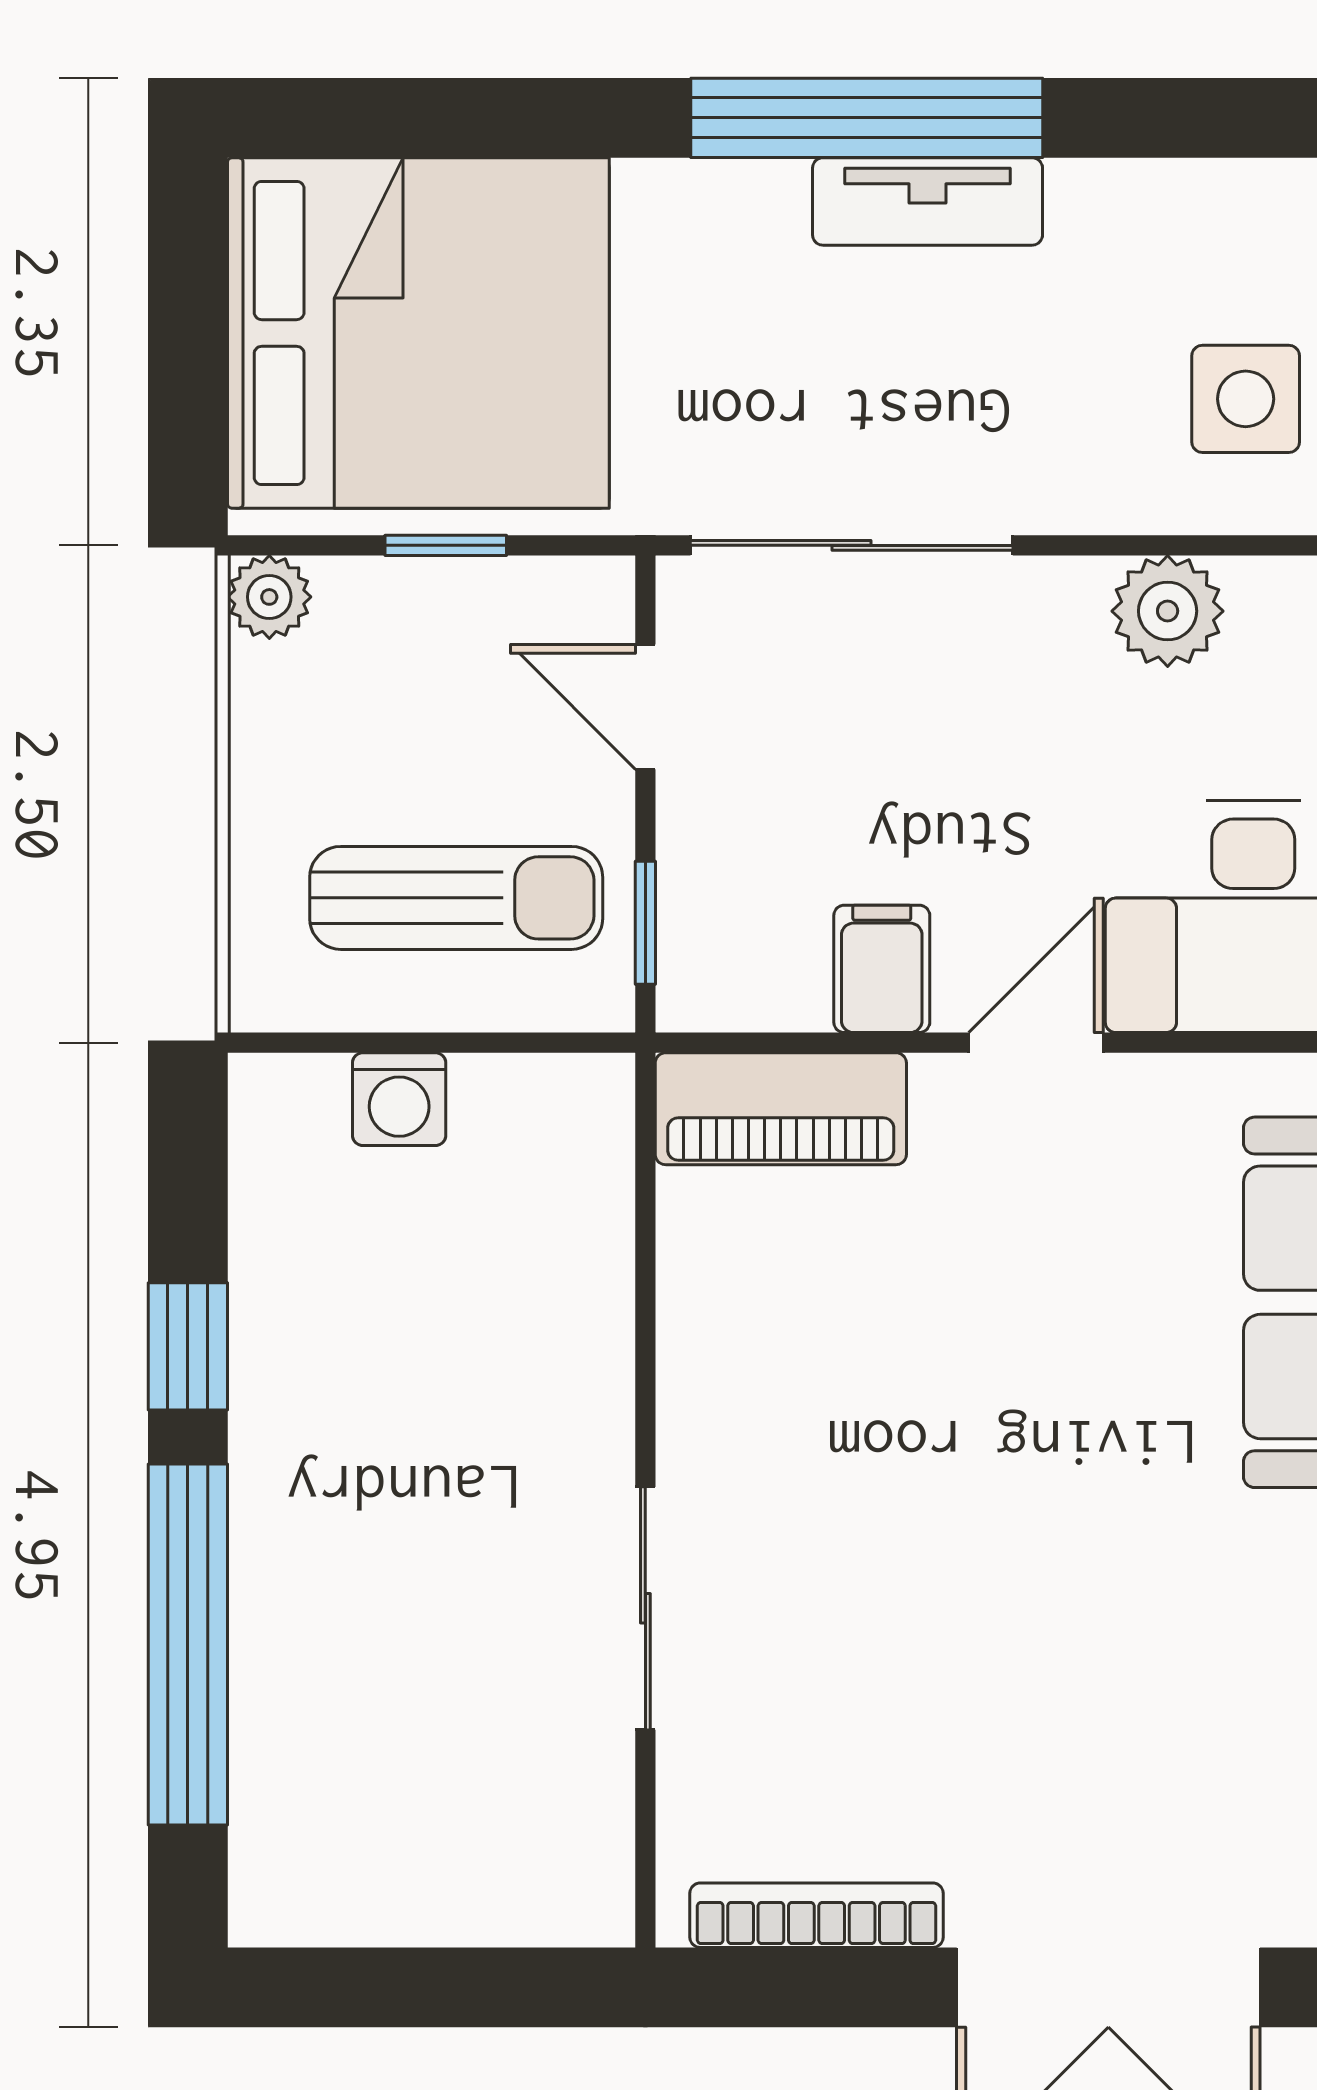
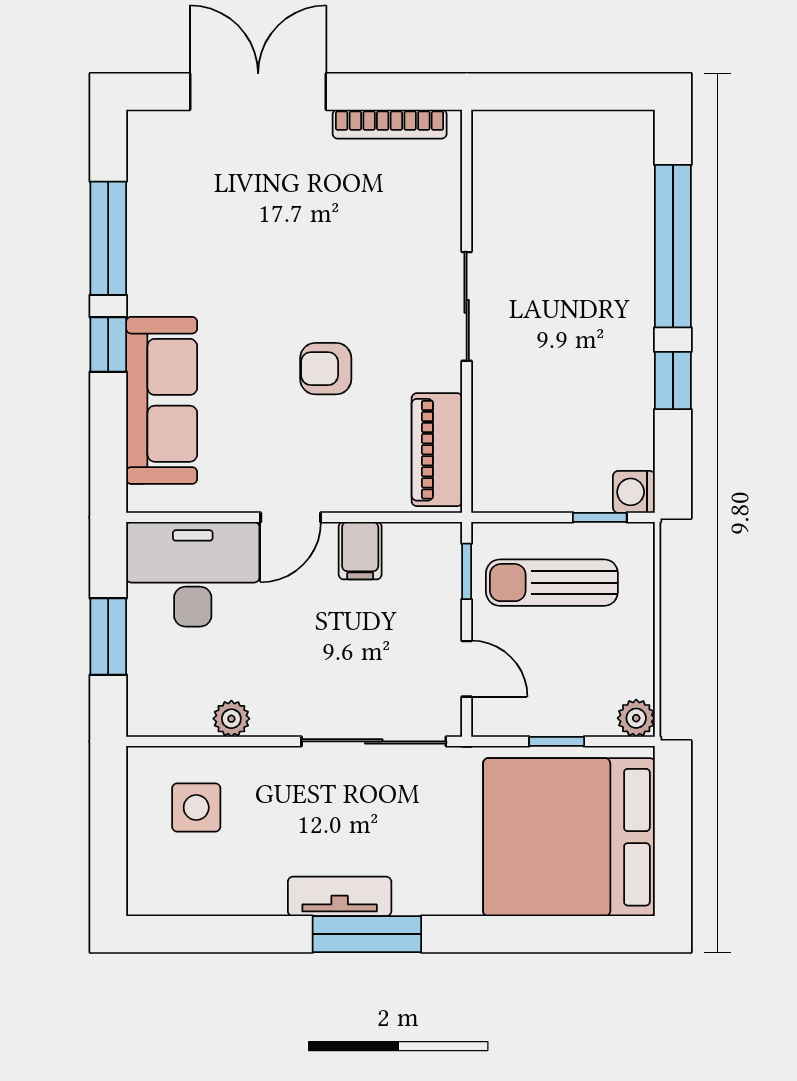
window: (867, 118) -> (367, 934), width x0.68
plant: (1168, 611) -> (231, 719), width x0.73, depth x0.73
window: (350, 1043) -> (600, 517), added
washing machine: (399, 1099) -> (634, 492), moved, turned -90
piano: (781, 1109) -> (437, 450), moved, turned -90
armchair: (958, 1373) -> (326, 369), added
sliding door: (645, 1608) -> (467, 306), moved

